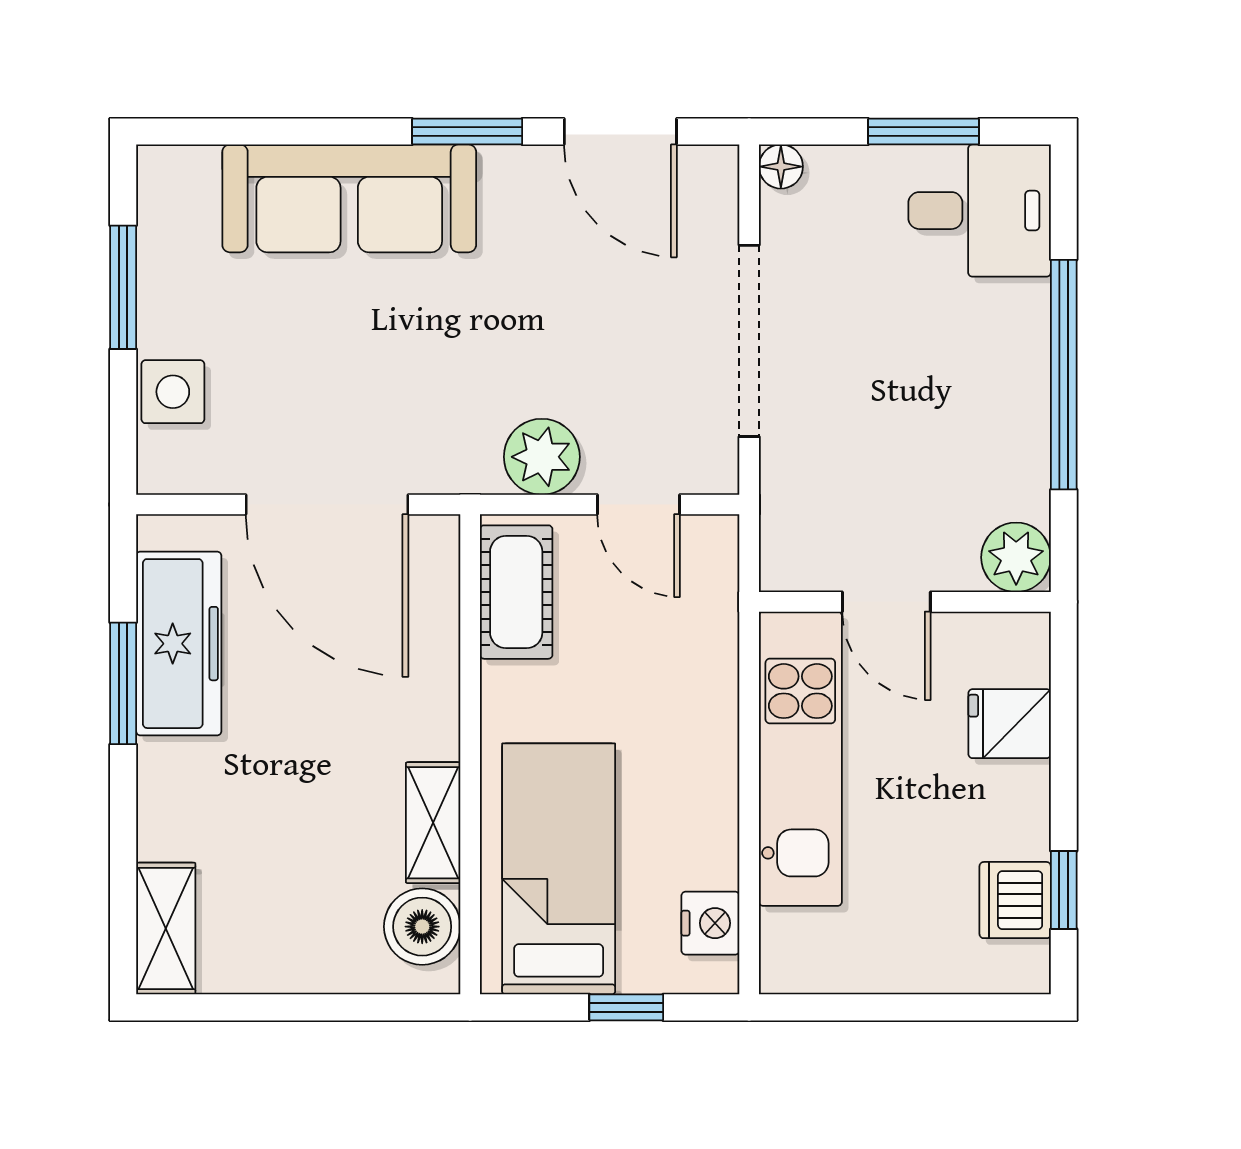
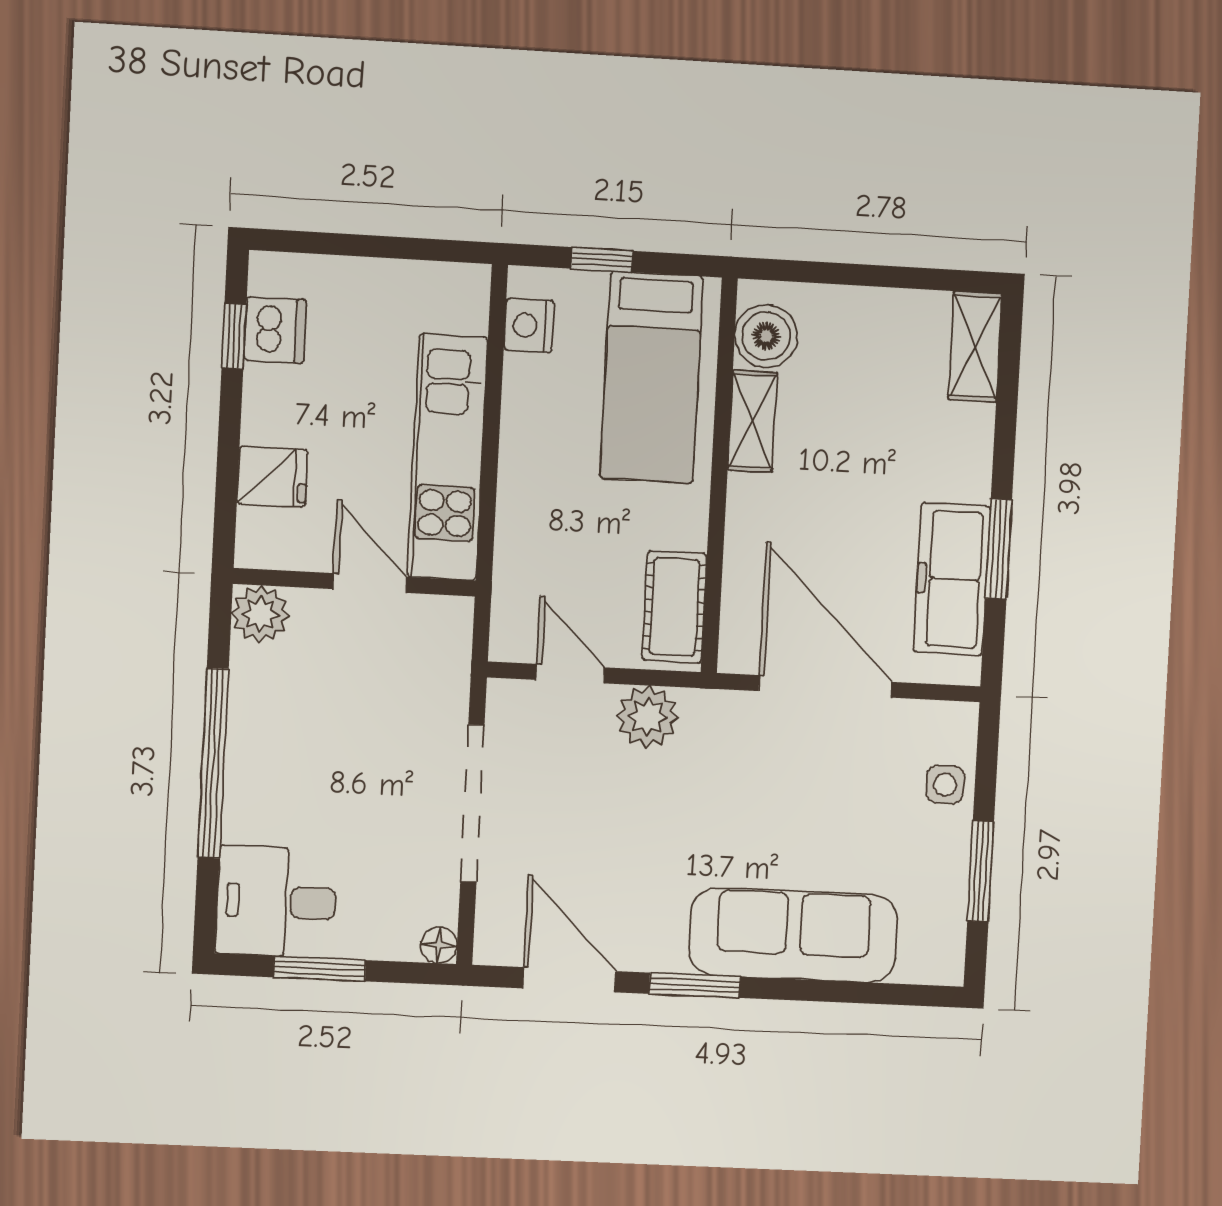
side table: (173, 392) -> (945, 785), width x0.73, depth x0.73

